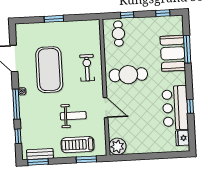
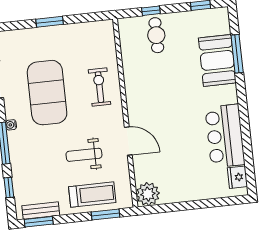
cafe table: (118, 34) -> (156, 35), moved
cafe table: (128, 75) -> (157, 94), removed
window: (190, 106) -> (246, 133), removed
weight bench: (73, 116) -> (84, 155), turned 180
treadmill: (78, 145) -> (92, 195), turned 180

